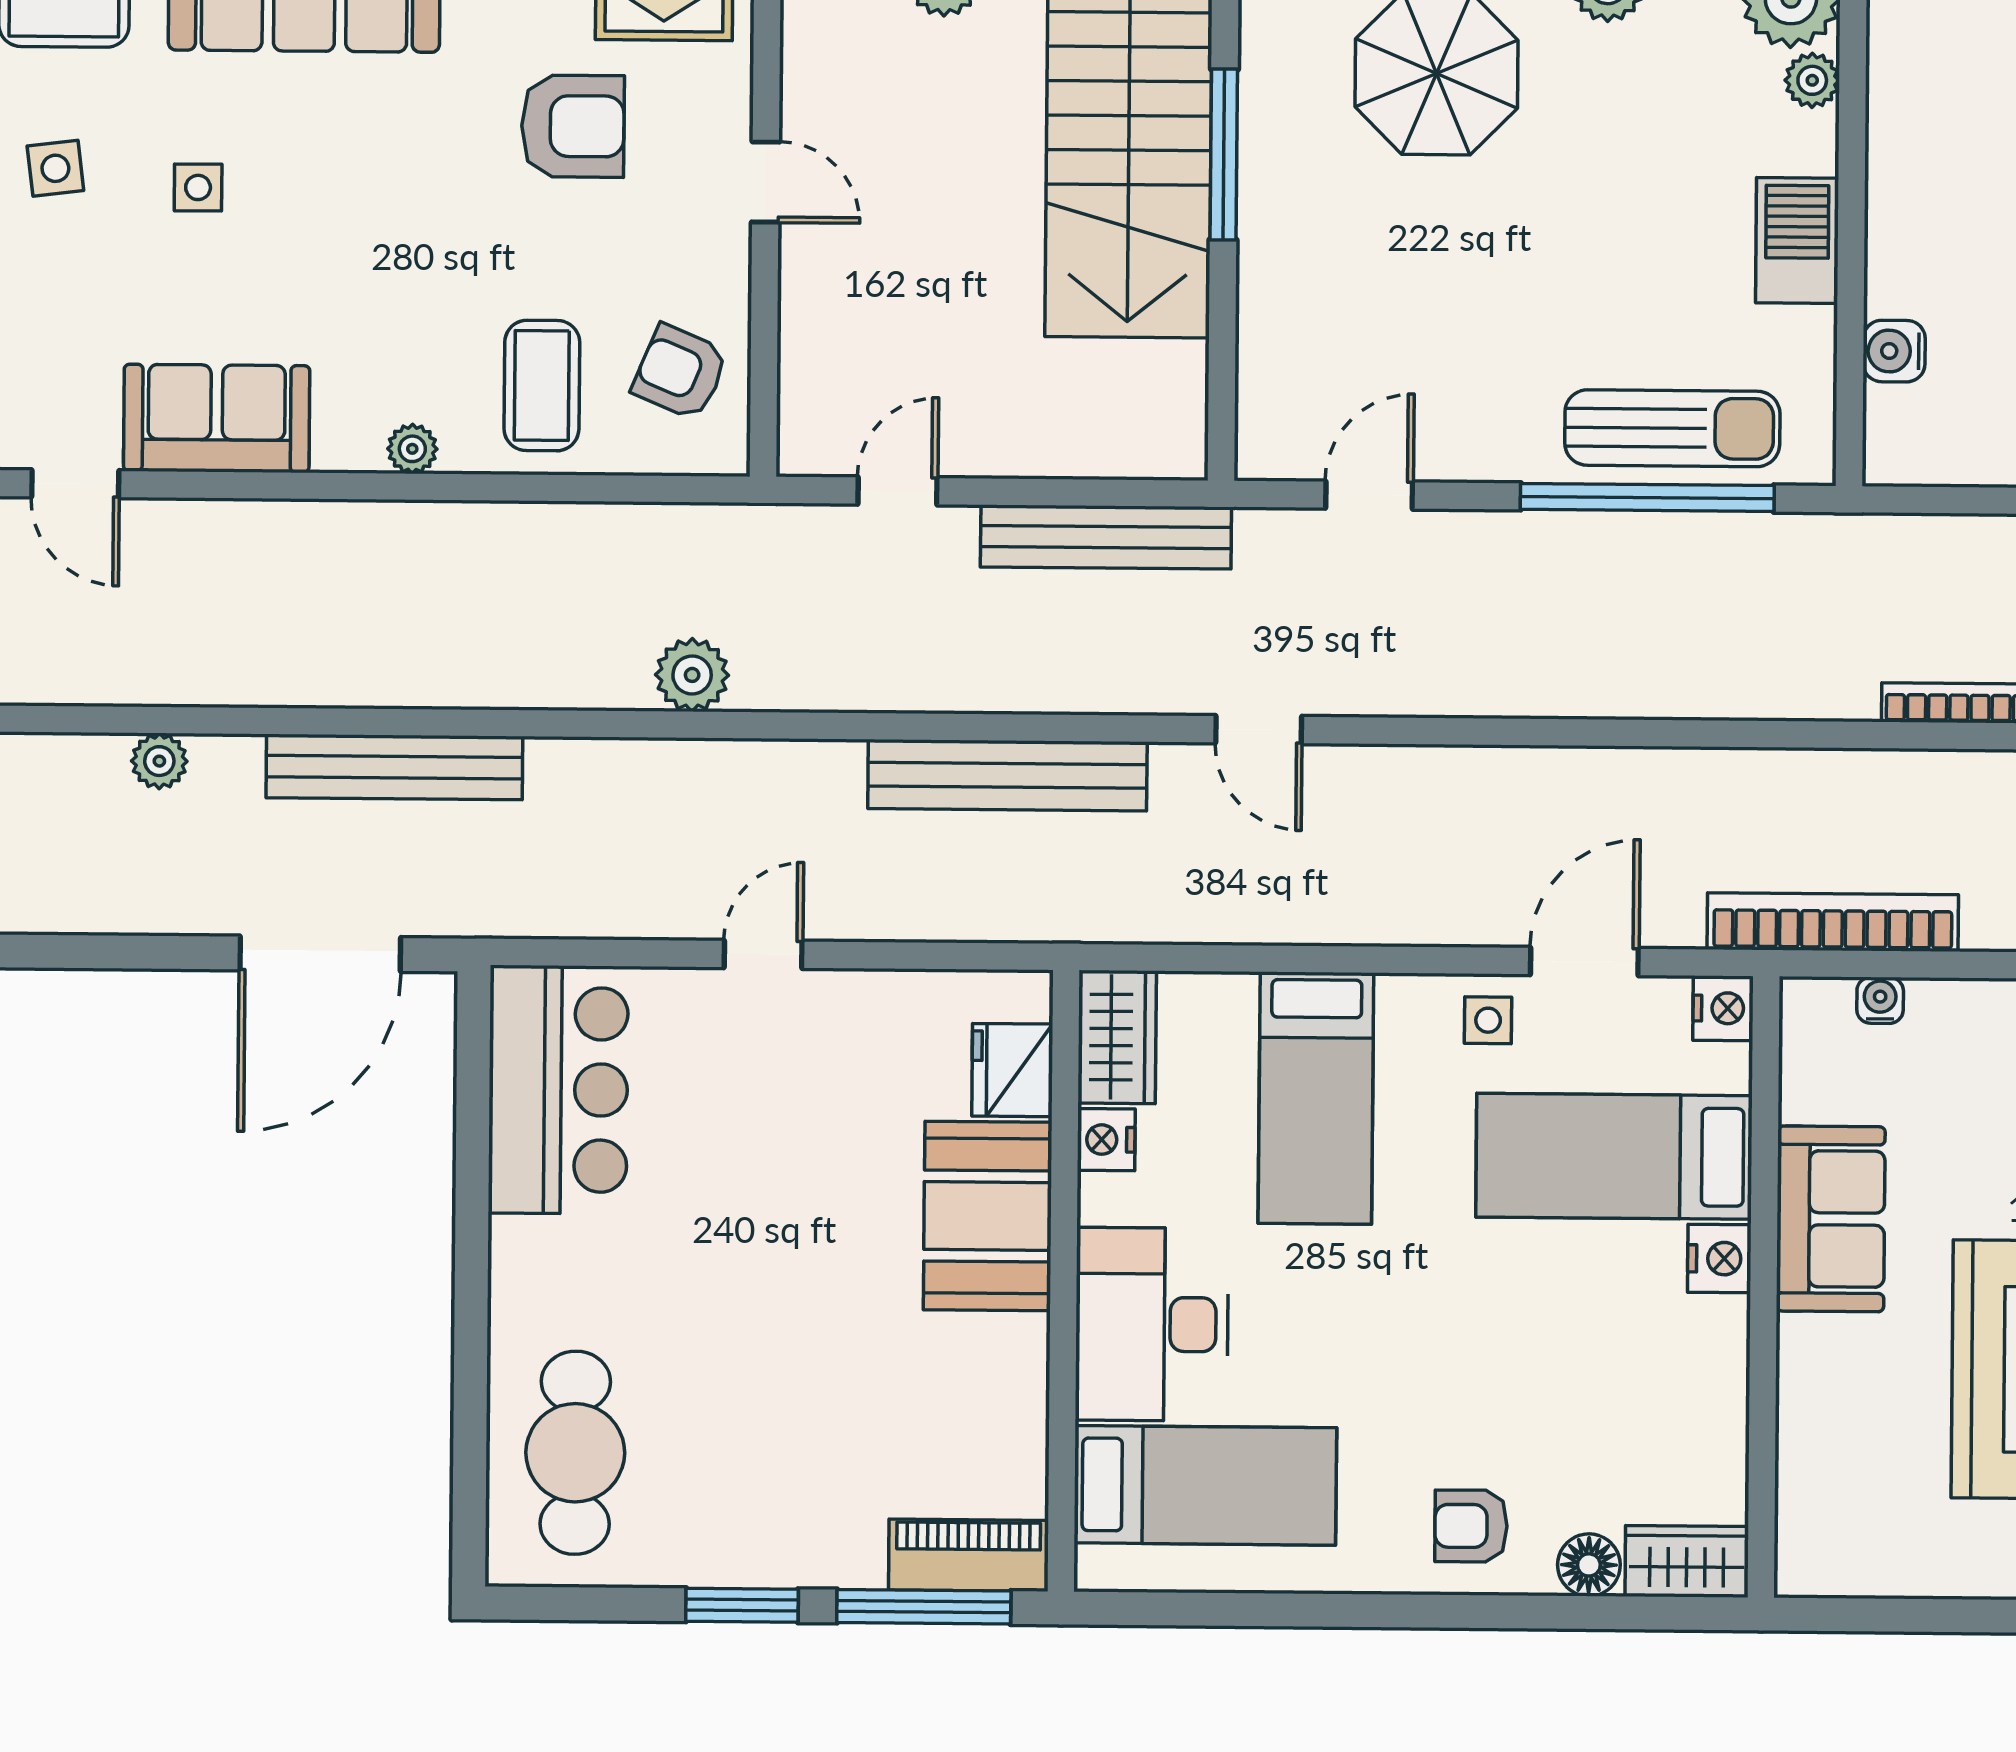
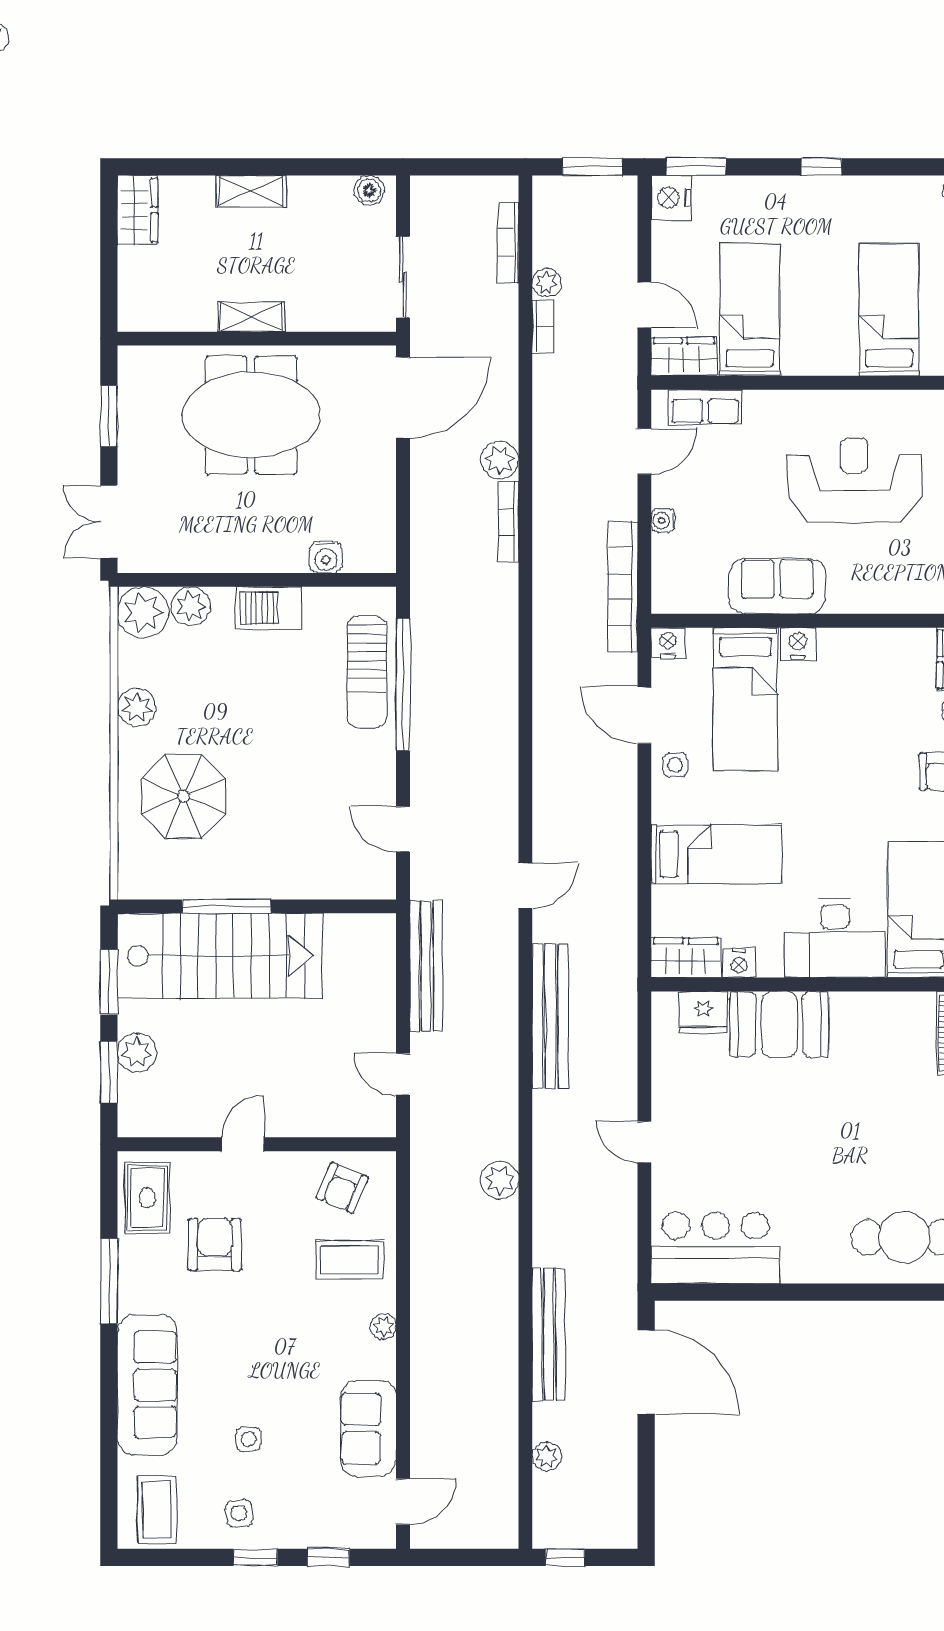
plant: (1812, 80) -> (191, 606), width x1.38, depth x1.38
sun lounger: (1672, 428) -> (367, 672), turned 180
water cooler: (1880, 1000) -> (663, 520), moved

